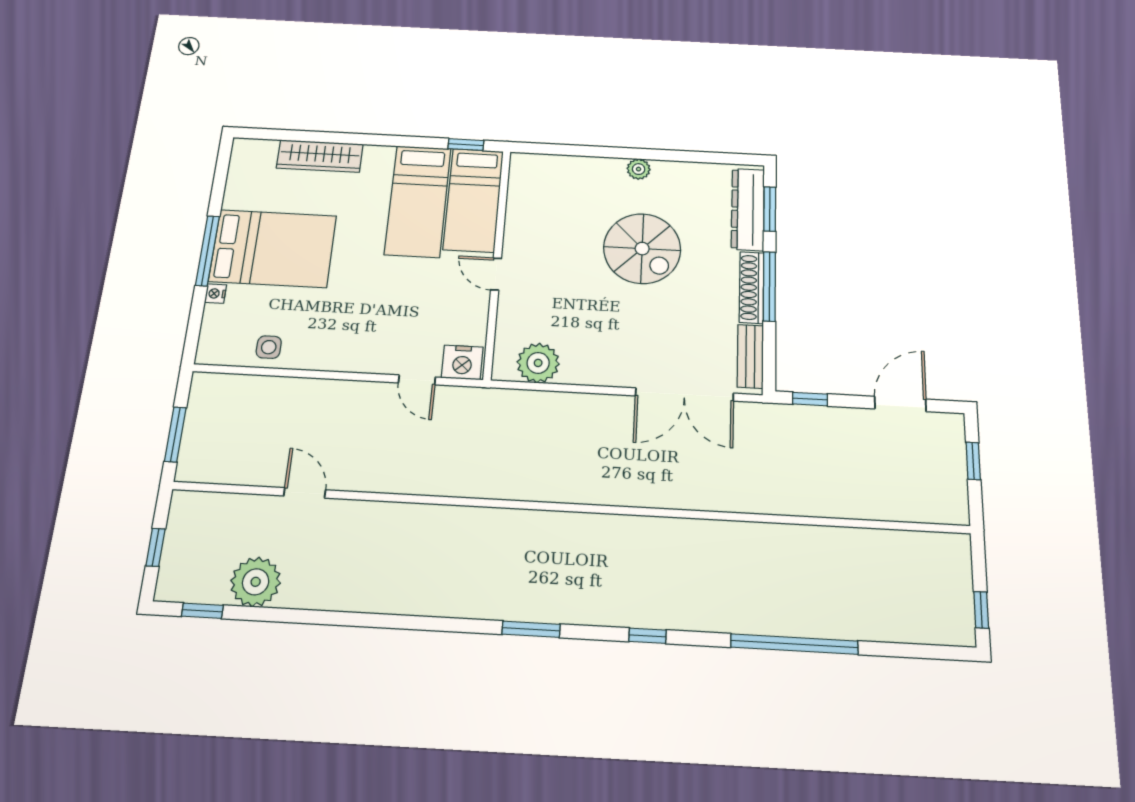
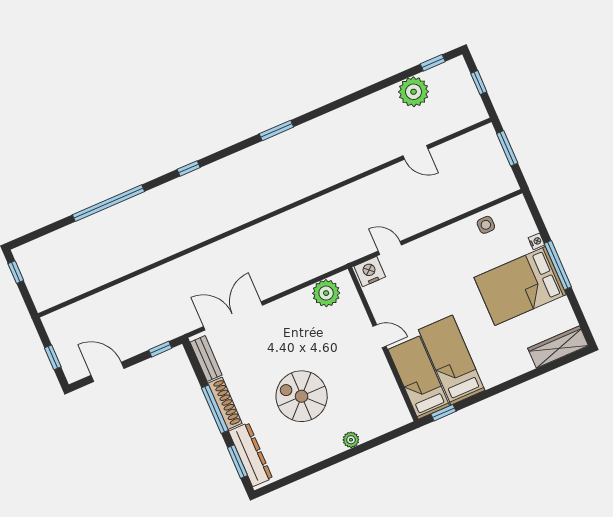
wardrobe: (320, 156) -> (558, 347), moved
plant: (639, 169) -> (351, 440), moved
door: (900, 404) -> (108, 372), swing flipped
window: (531, 629) -> (276, 130), moved

